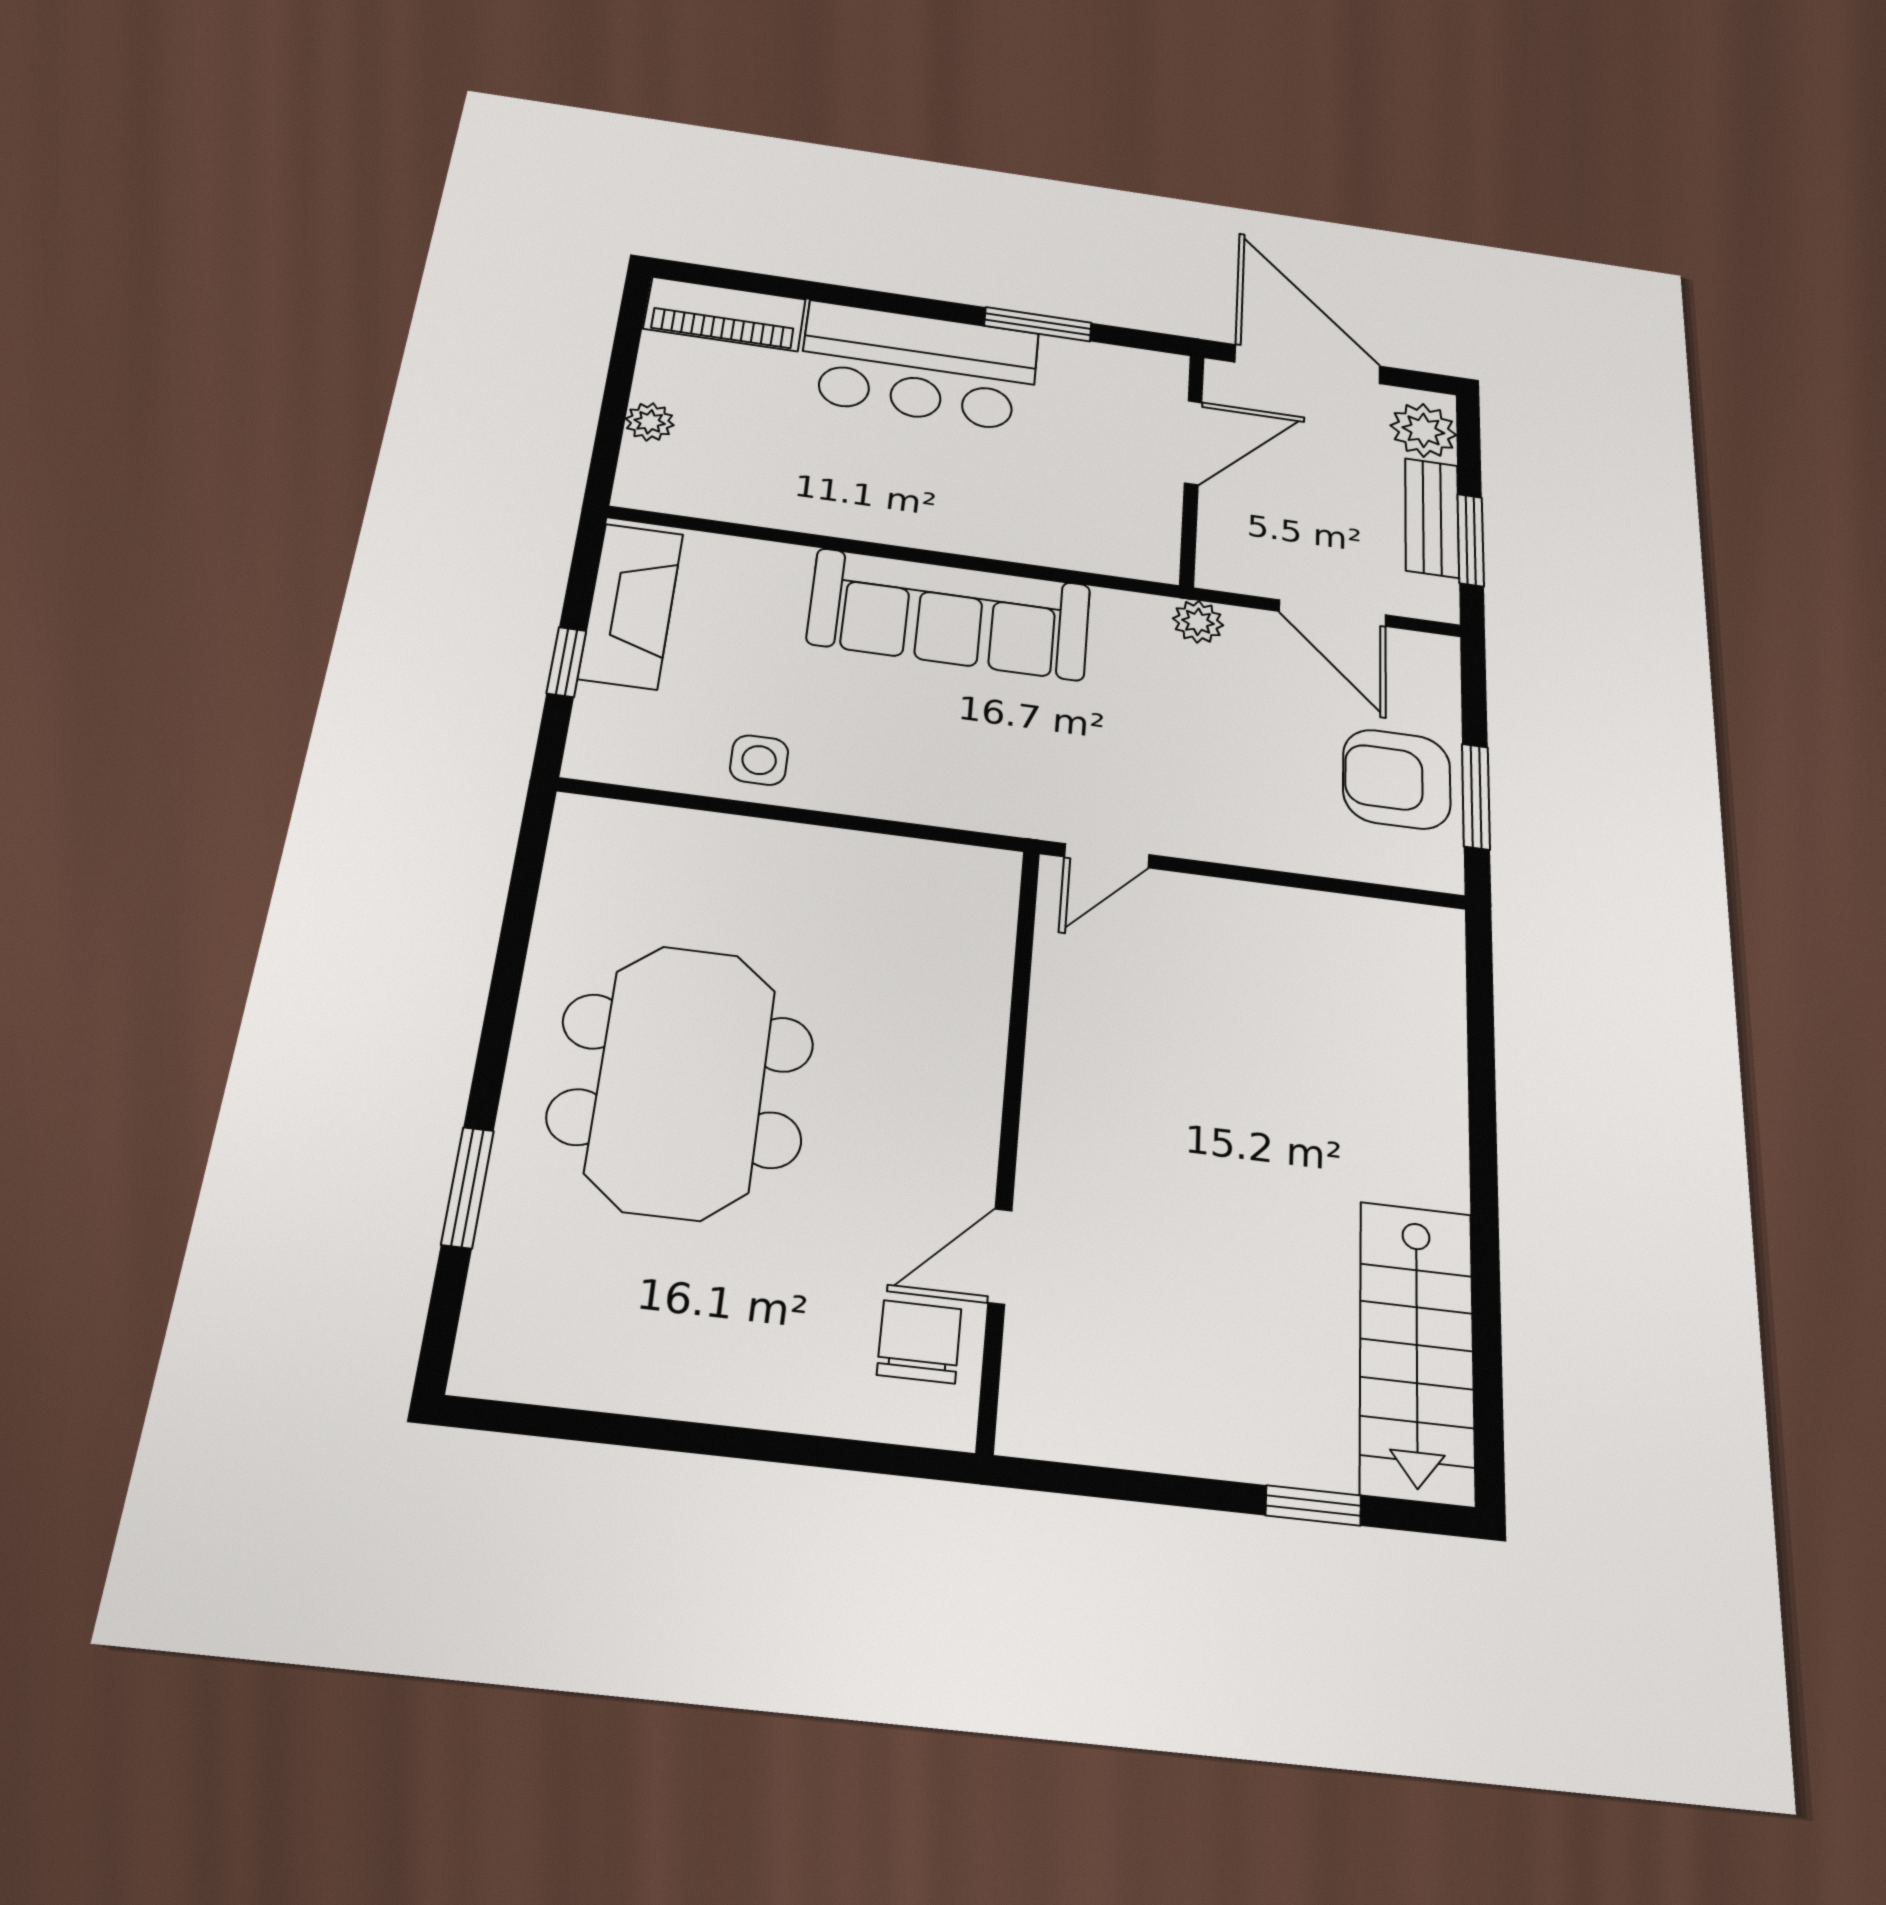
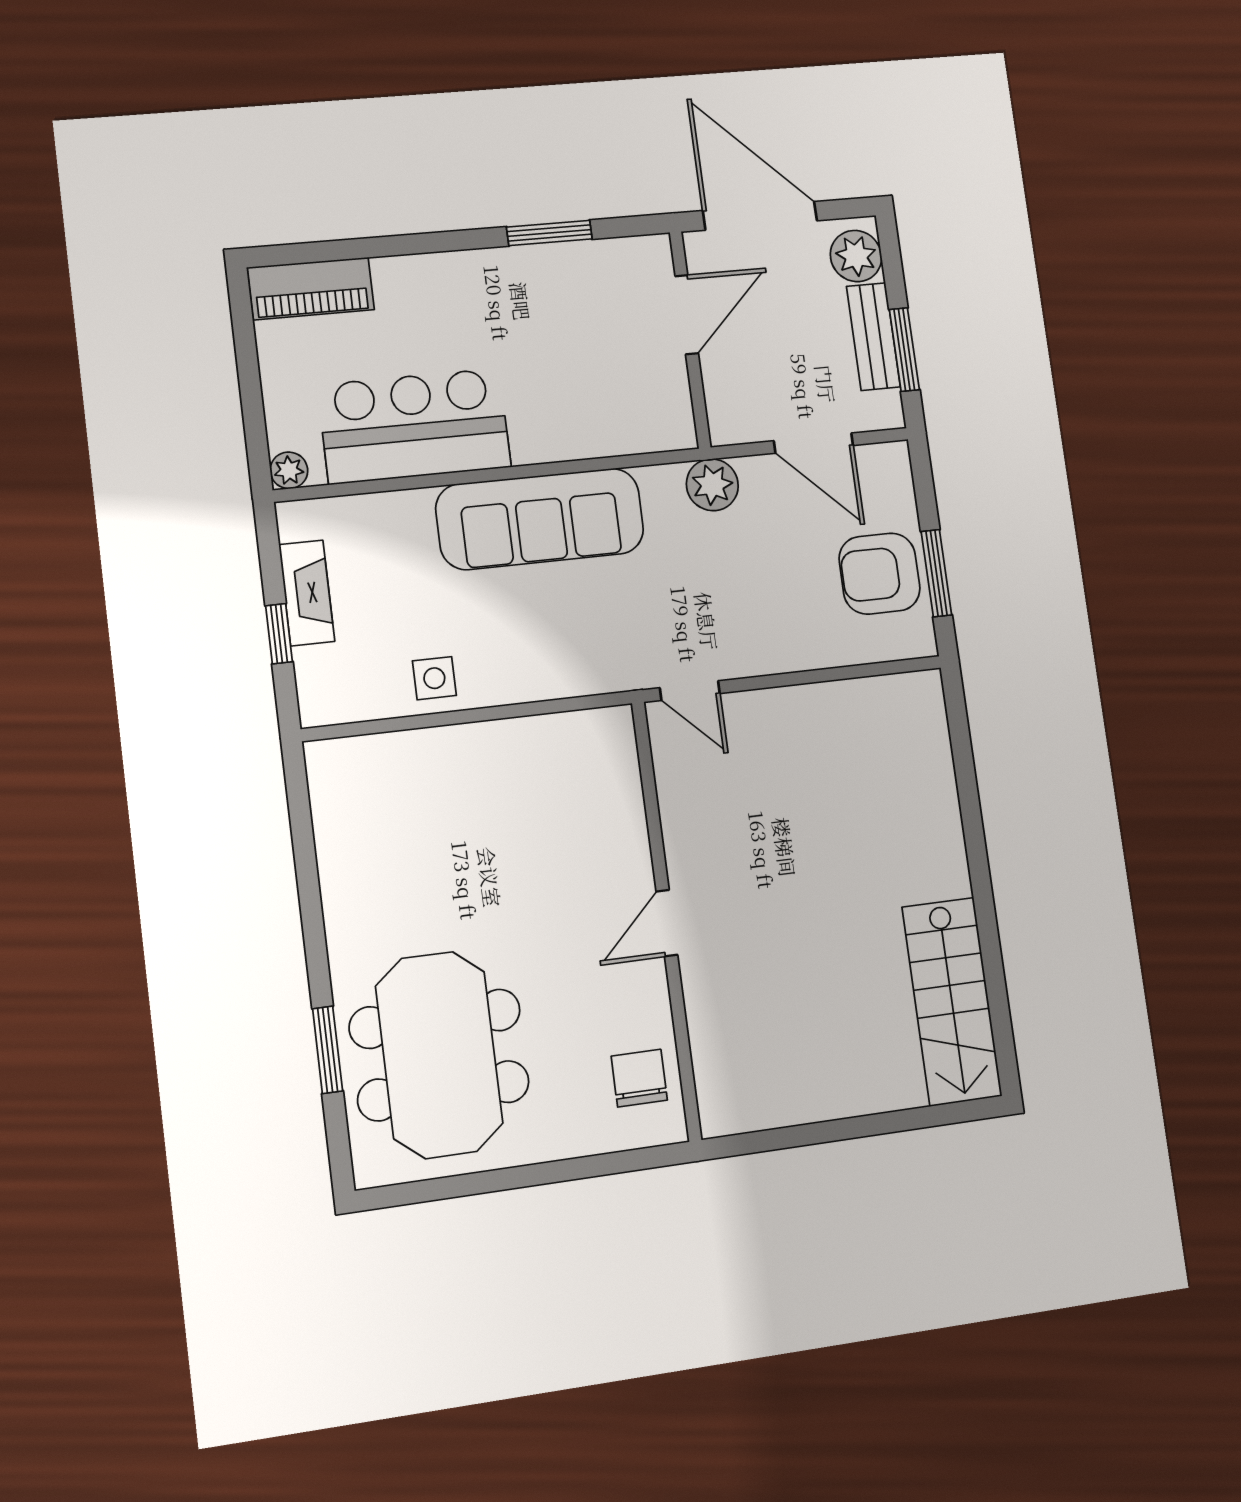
bar counter: (919, 366) -> (414, 426), moved, turned 180
plant: (650, 422) -> (289, 470), moved
fireplace: (631, 606) -> (307, 593), width x0.73, depth x0.76
plant: (1198, 622) -> (712, 485), width x1.38, depth x1.38
door: (1107, 856) -> (690, 691), hinge flipped
meeting table: (681, 1081) -> (439, 1055), moved
door: (1000, 1256) -> (667, 923), moved
window: (1313, 1505) -> (903, 1121), removed

